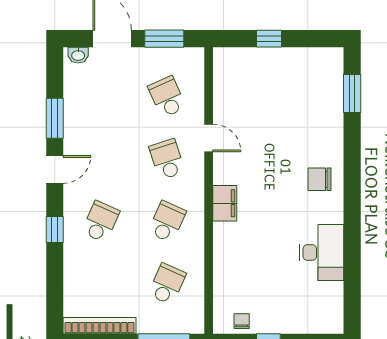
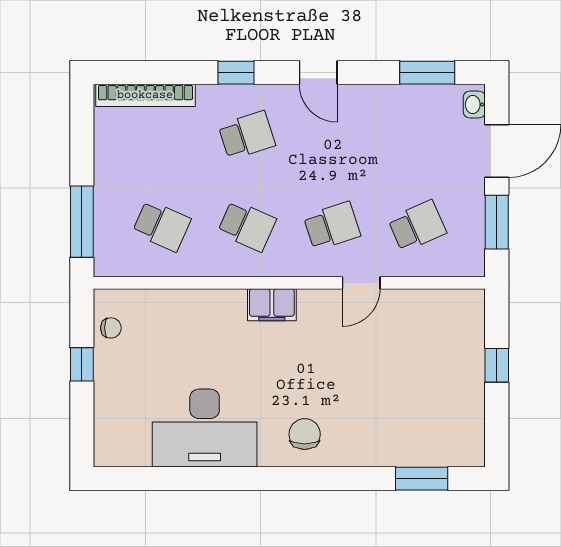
window: (55, 118) -> (427, 73), moved
school desk: (101, 222) -> (247, 135), turned -42
desk: (322, 253) -> (205, 428), width x1.36, depth x1.30
bookcase: (99, 326) -> (145, 95), moved, turned 90

